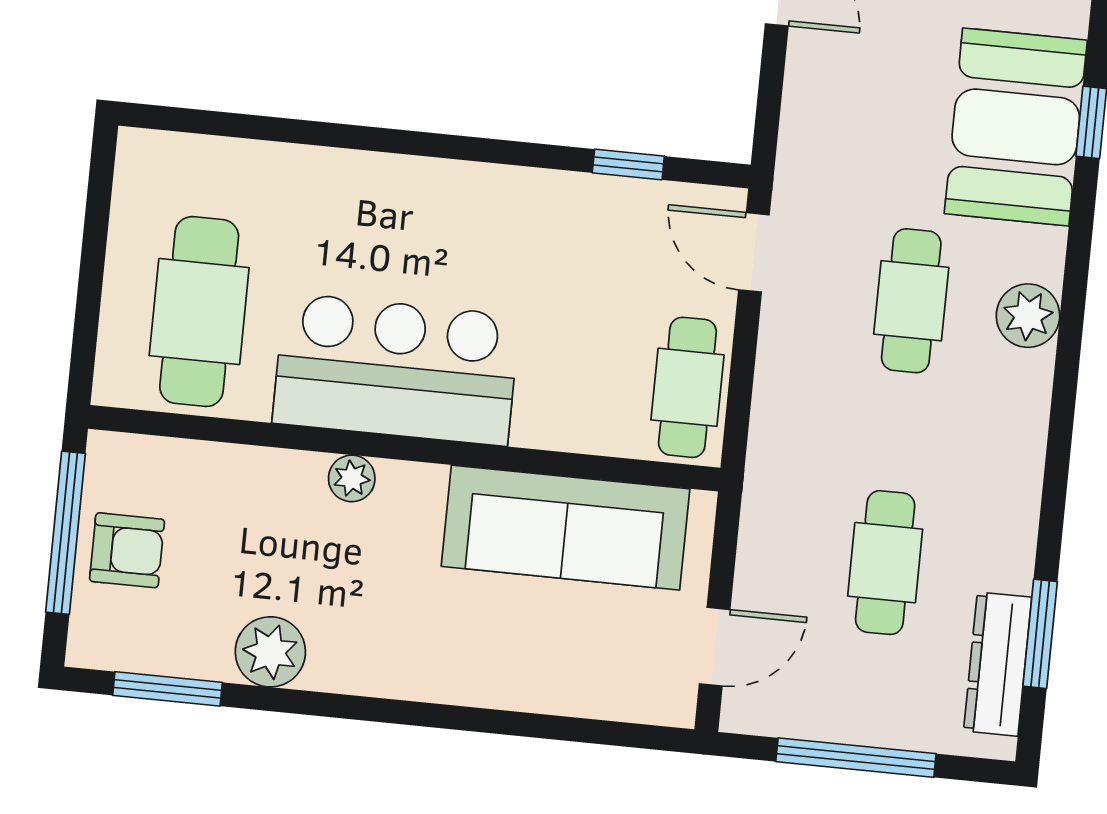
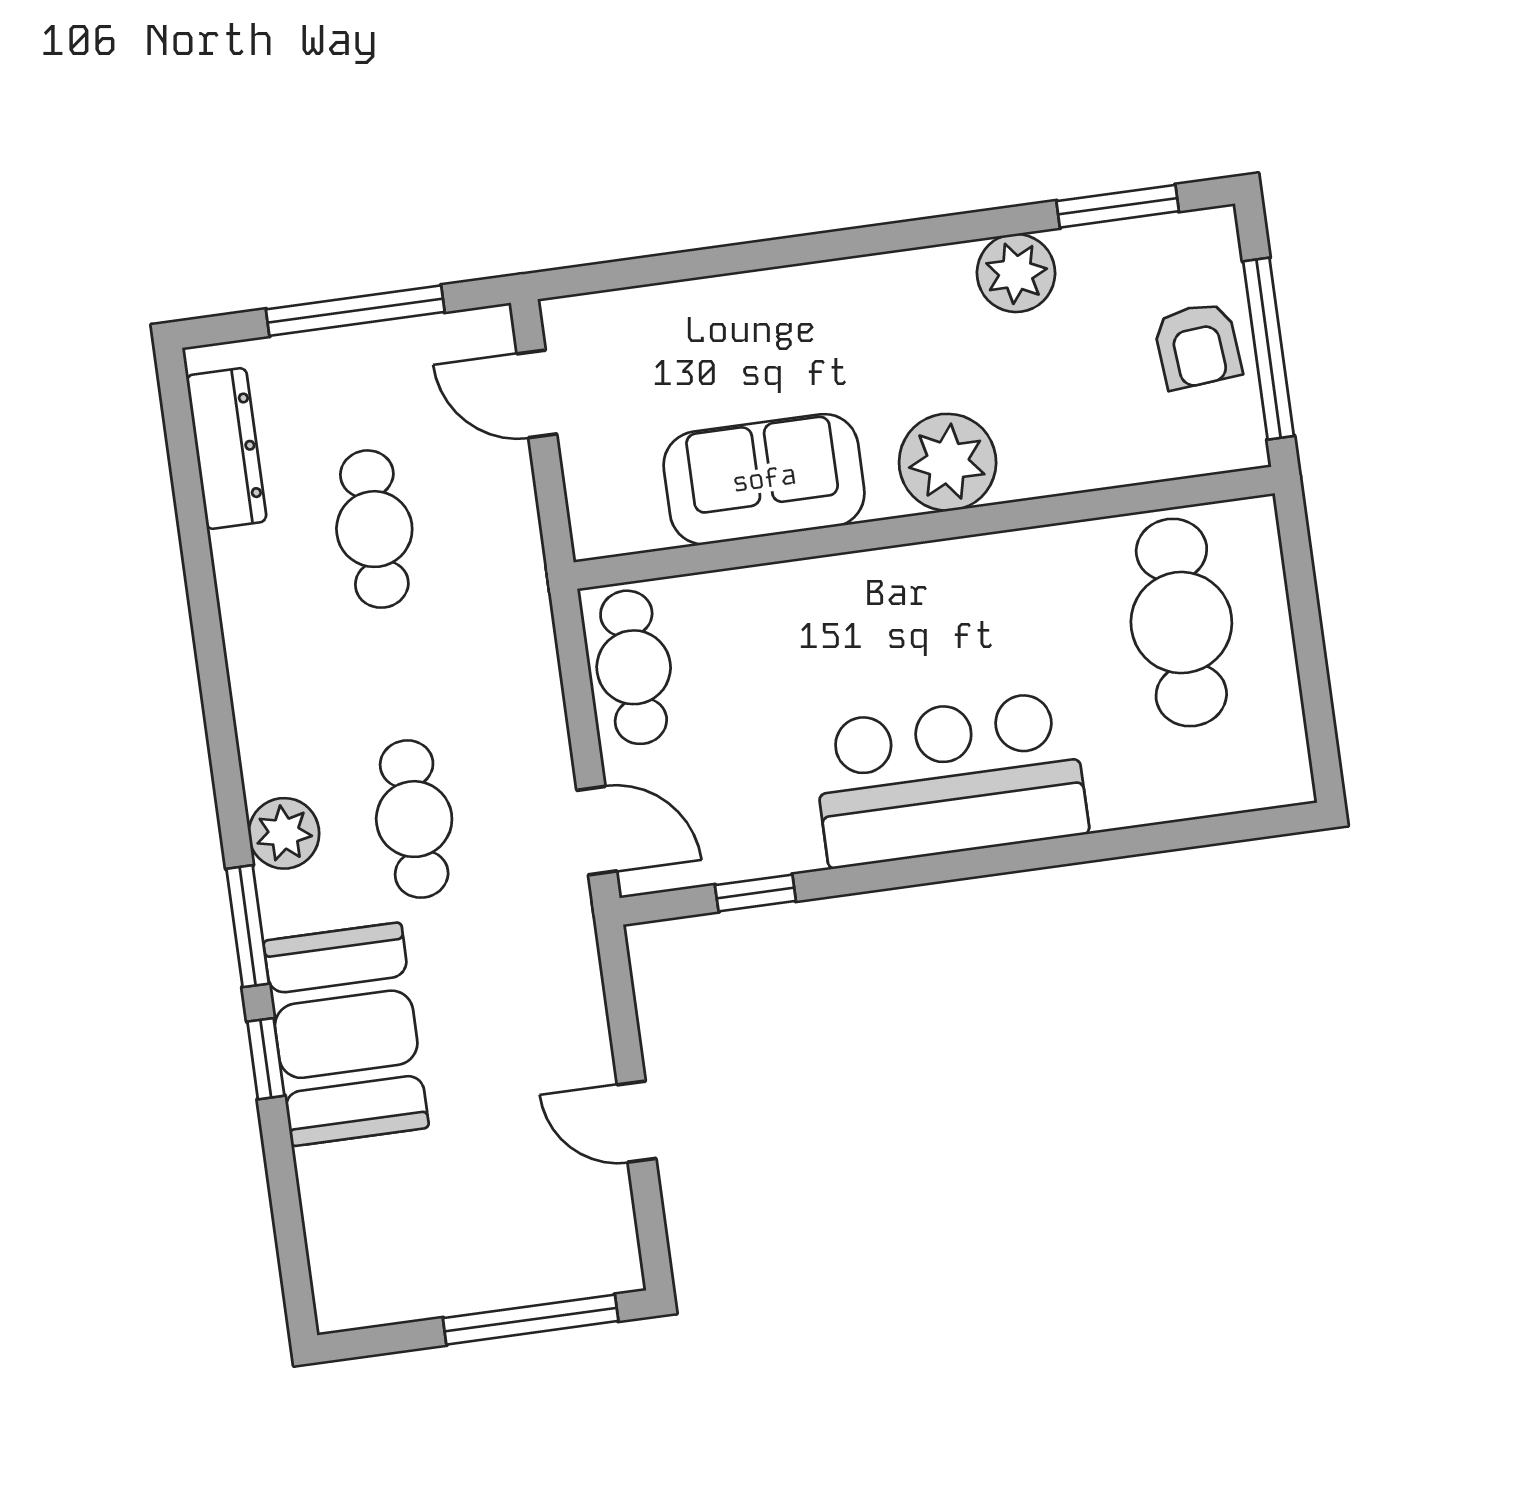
bar counter: (396, 369) -> (950, 779), moved, turned 180
plant: (352, 478) -> (948, 462), width x1.88, depth x1.88
sofa: (566, 528) -> (764, 479), width x0.73
armchair: (127, 550) -> (1197, 346), turned -95
window: (1040, 634) -> (248, 926), moved
door: (715, 647) -> (537, 394), hinge flipped

